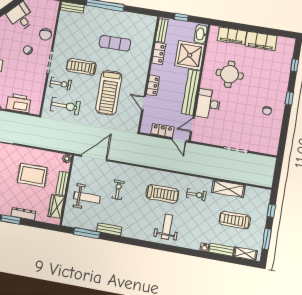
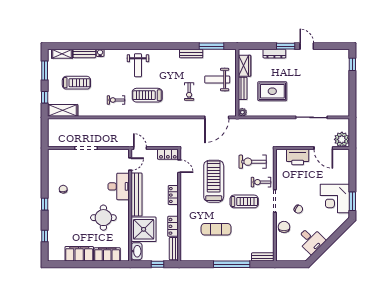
door: (144, 103) -> (179, 166), moved
locker: (162, 130) -> (168, 154), moved
shelving: (228, 189) -> (63, 110), moved

